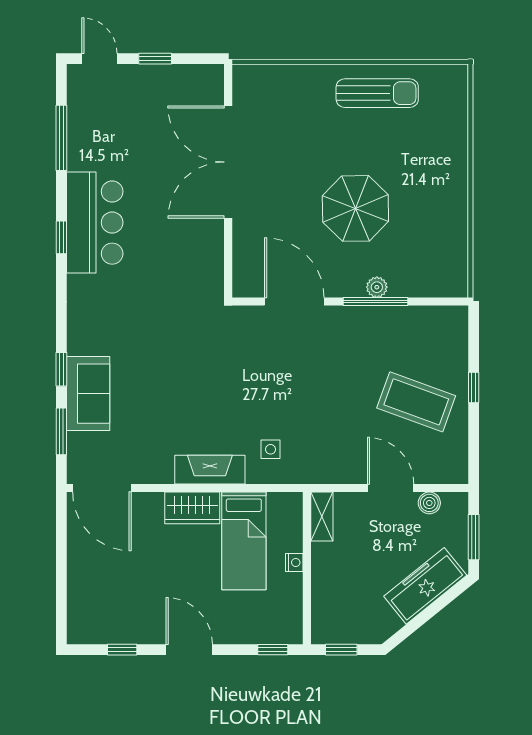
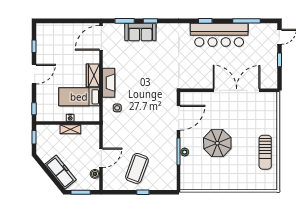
bar counter: (95, 223) -> (219, 35), width x1.36
shelving: (322, 517) -> (70, 129), moved

